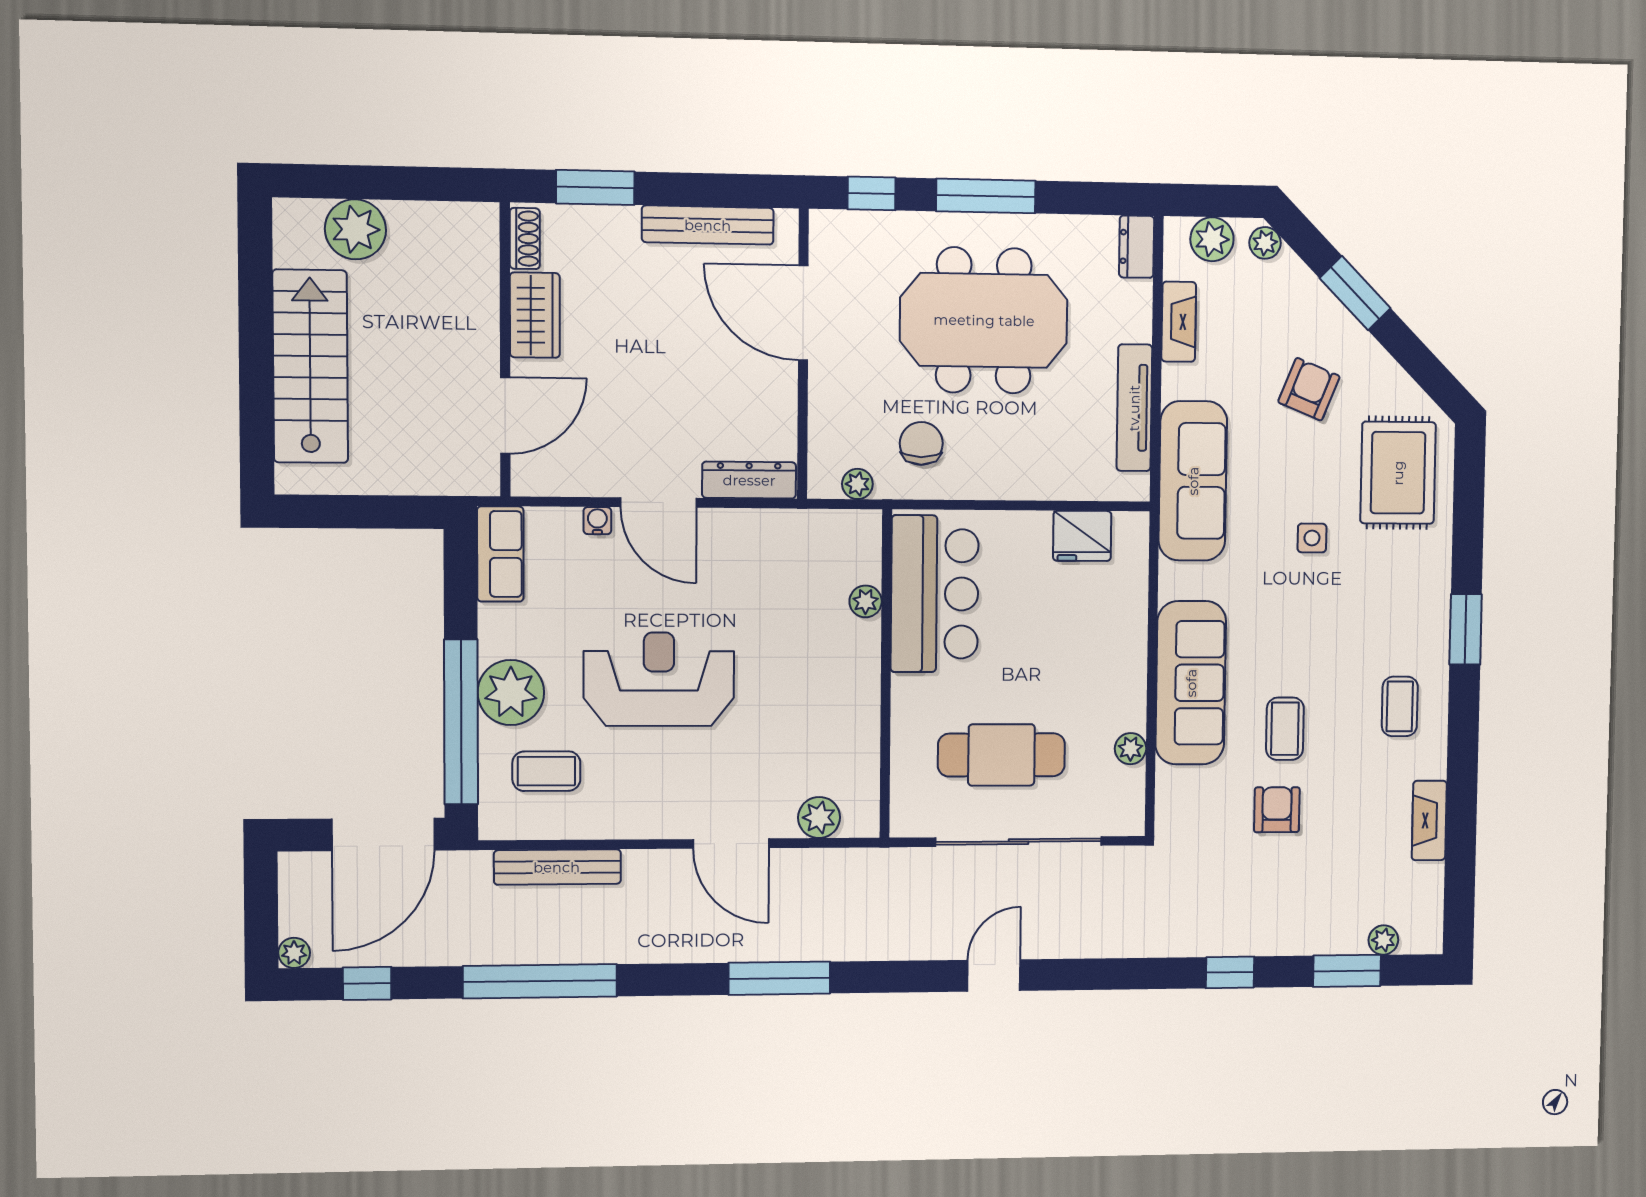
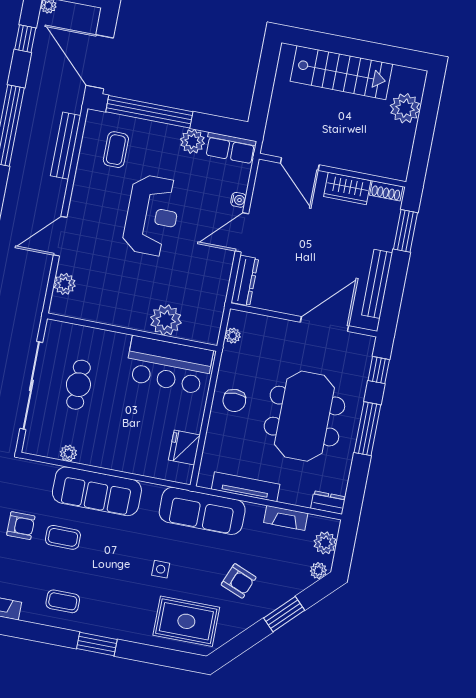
chair: (921, 443) -> (234, 400), moved, turned 90
plant: (866, 601) -> (166, 320), width x1.88, depth x1.88
plant: (511, 693) -> (193, 141), moved, width x0.73, depth x0.73
cafe table: (1001, 755) -> (78, 385), width x0.73, depth x0.74

